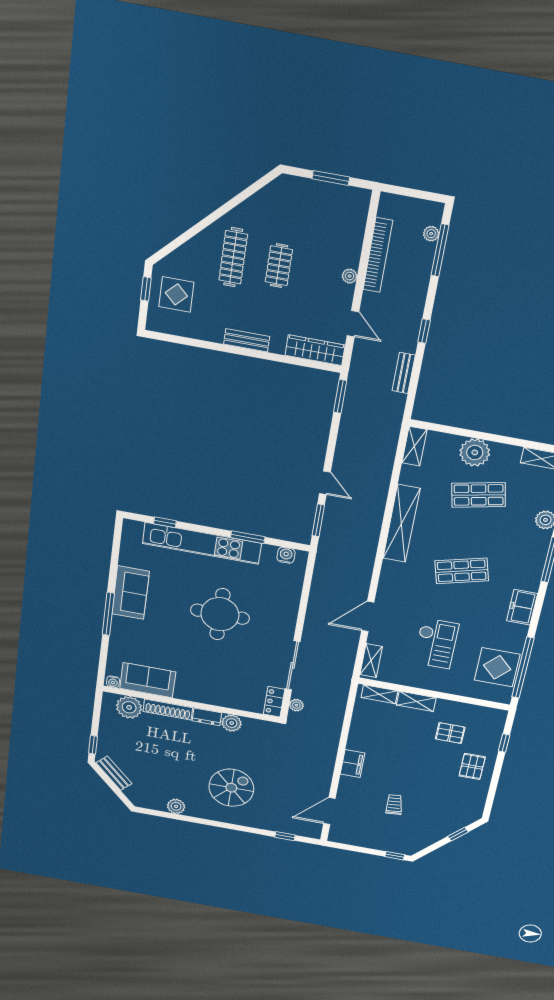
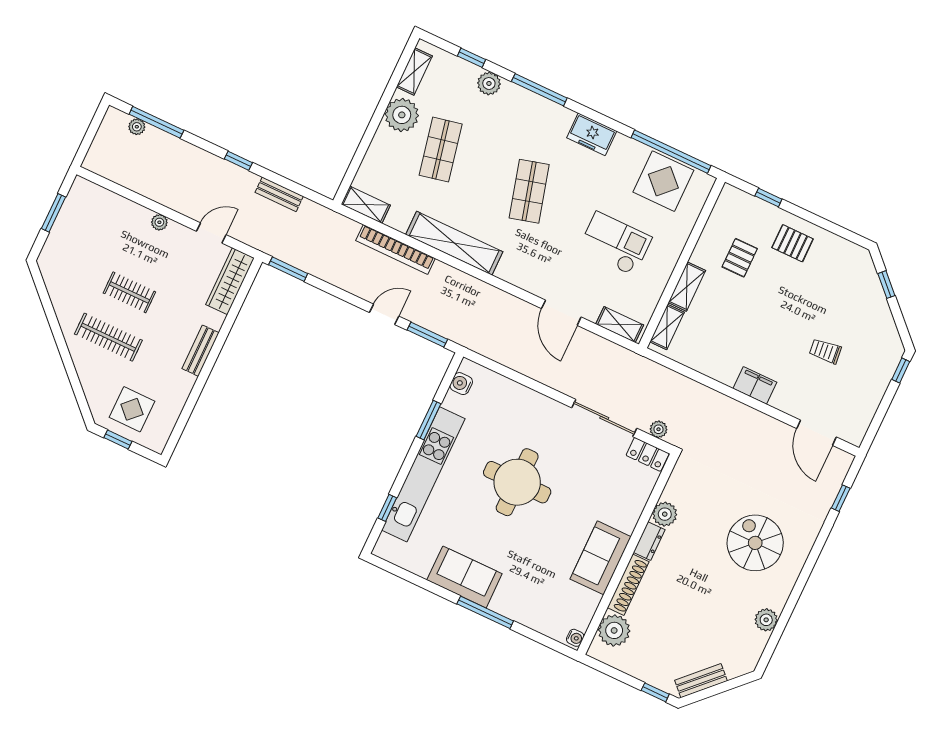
bookcase: (378, 255) -> (396, 249), moved, turned 180
plant: (475, 452) -> (402, 115), moved
sofa: (148, 680) -> (601, 558), moved

